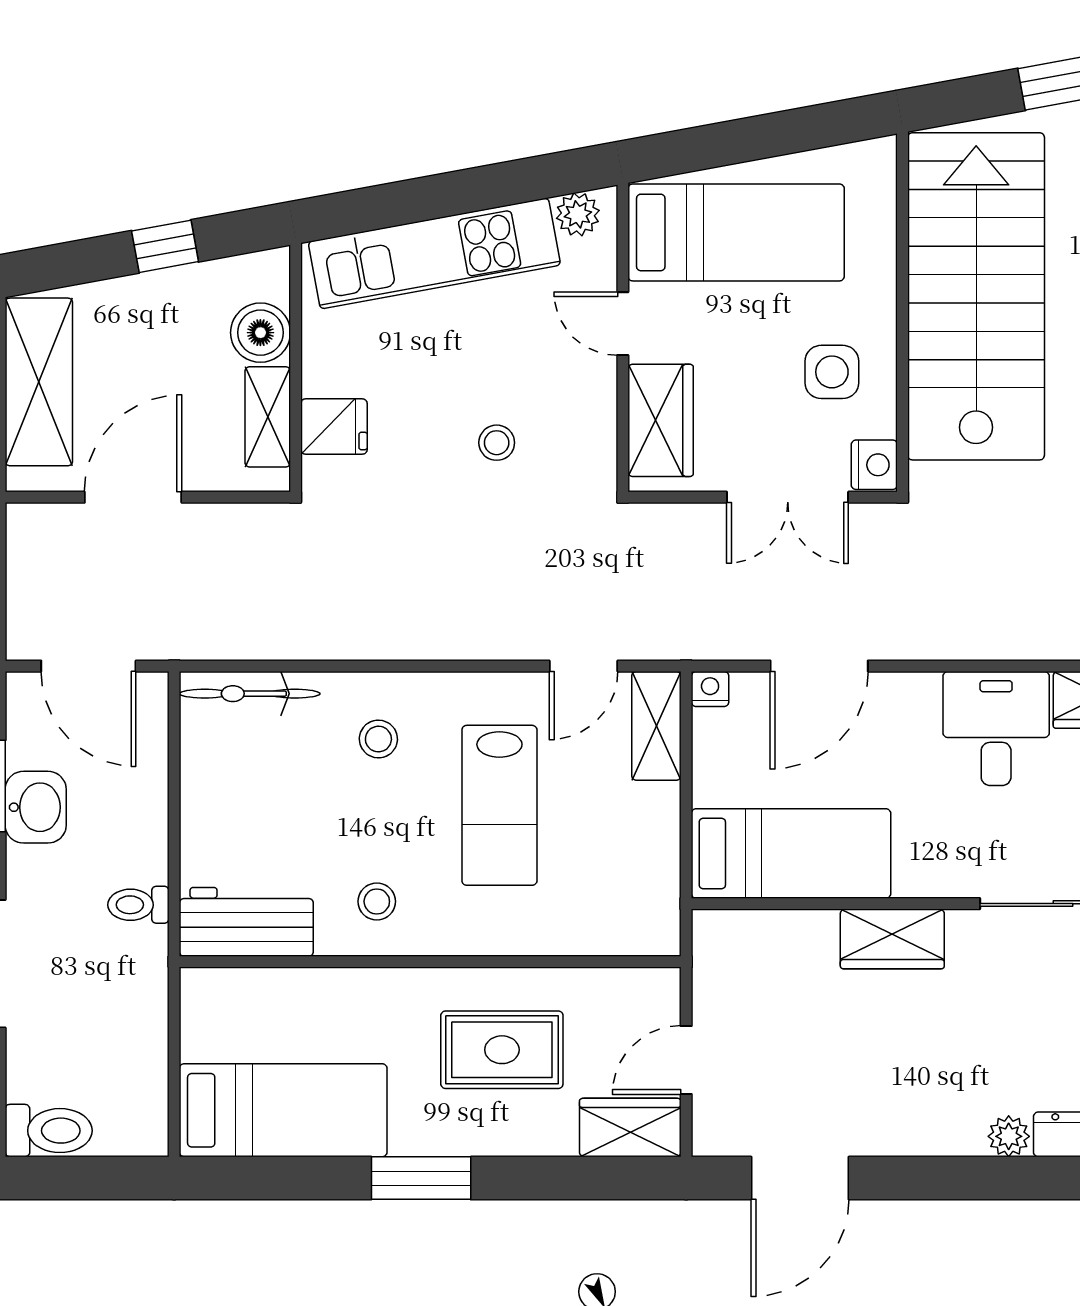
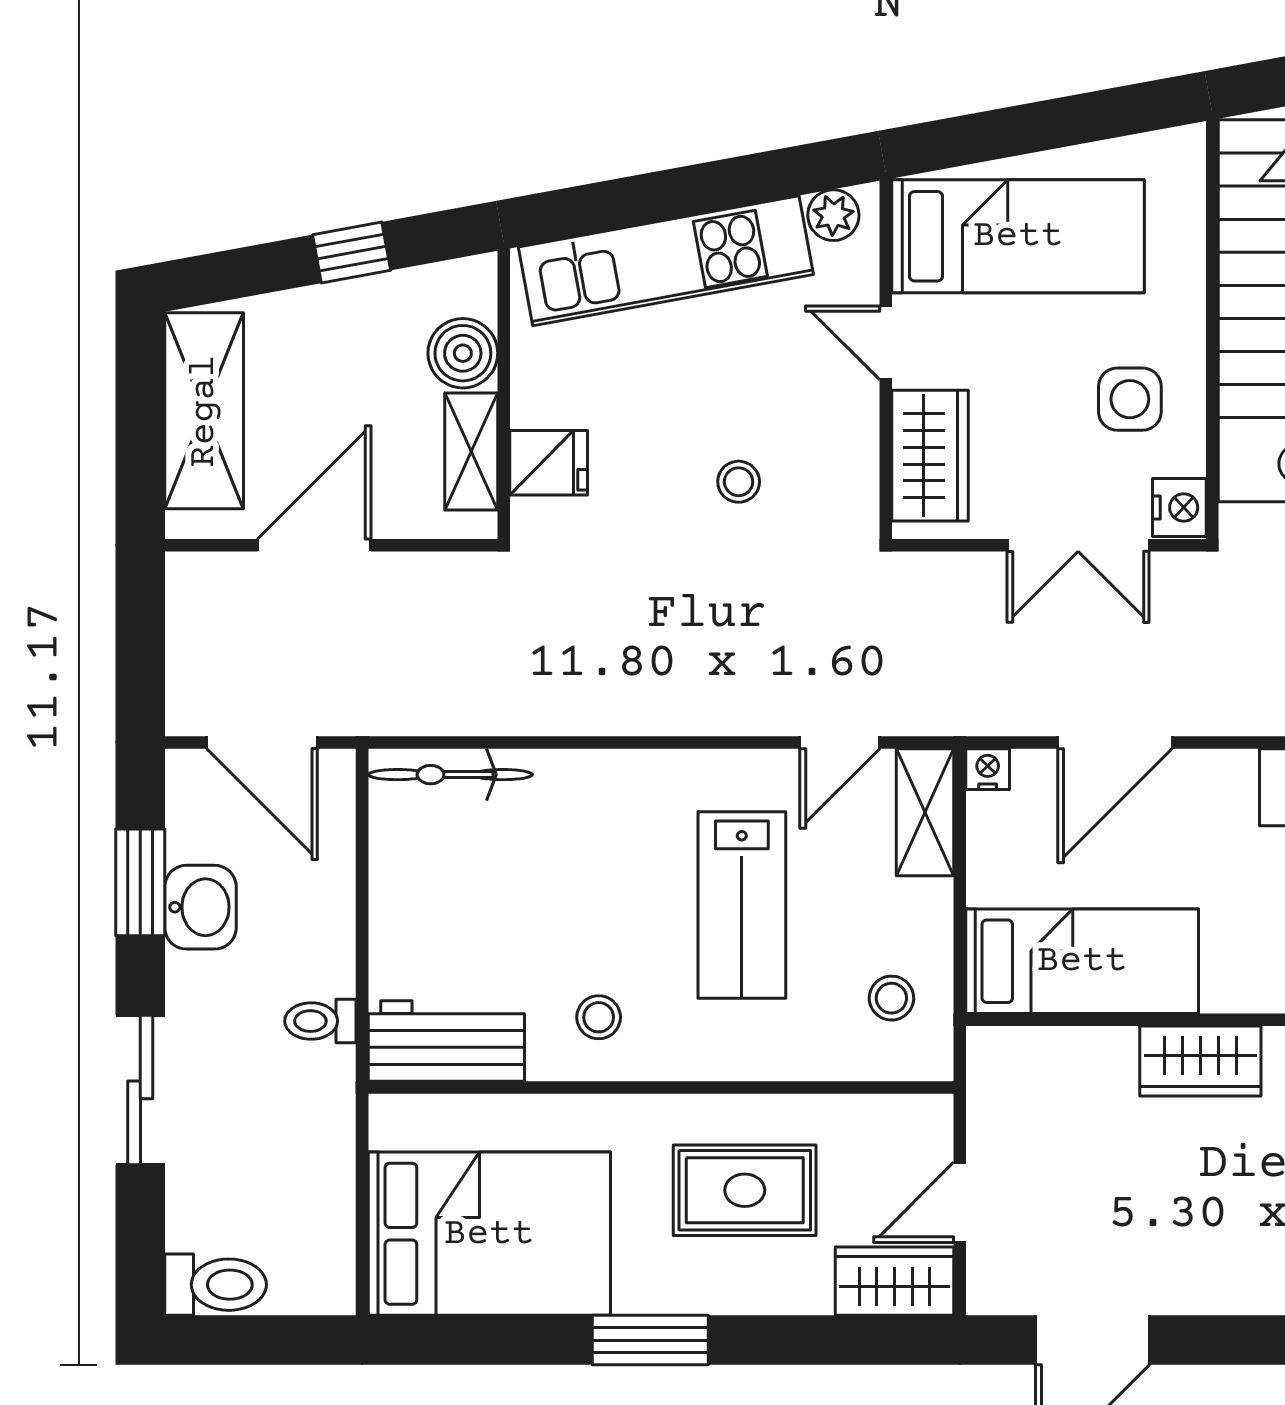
stool: (378, 739) -> (891, 998), moved
bed: (283, 1110) -> (489, 1234), width x1.50

